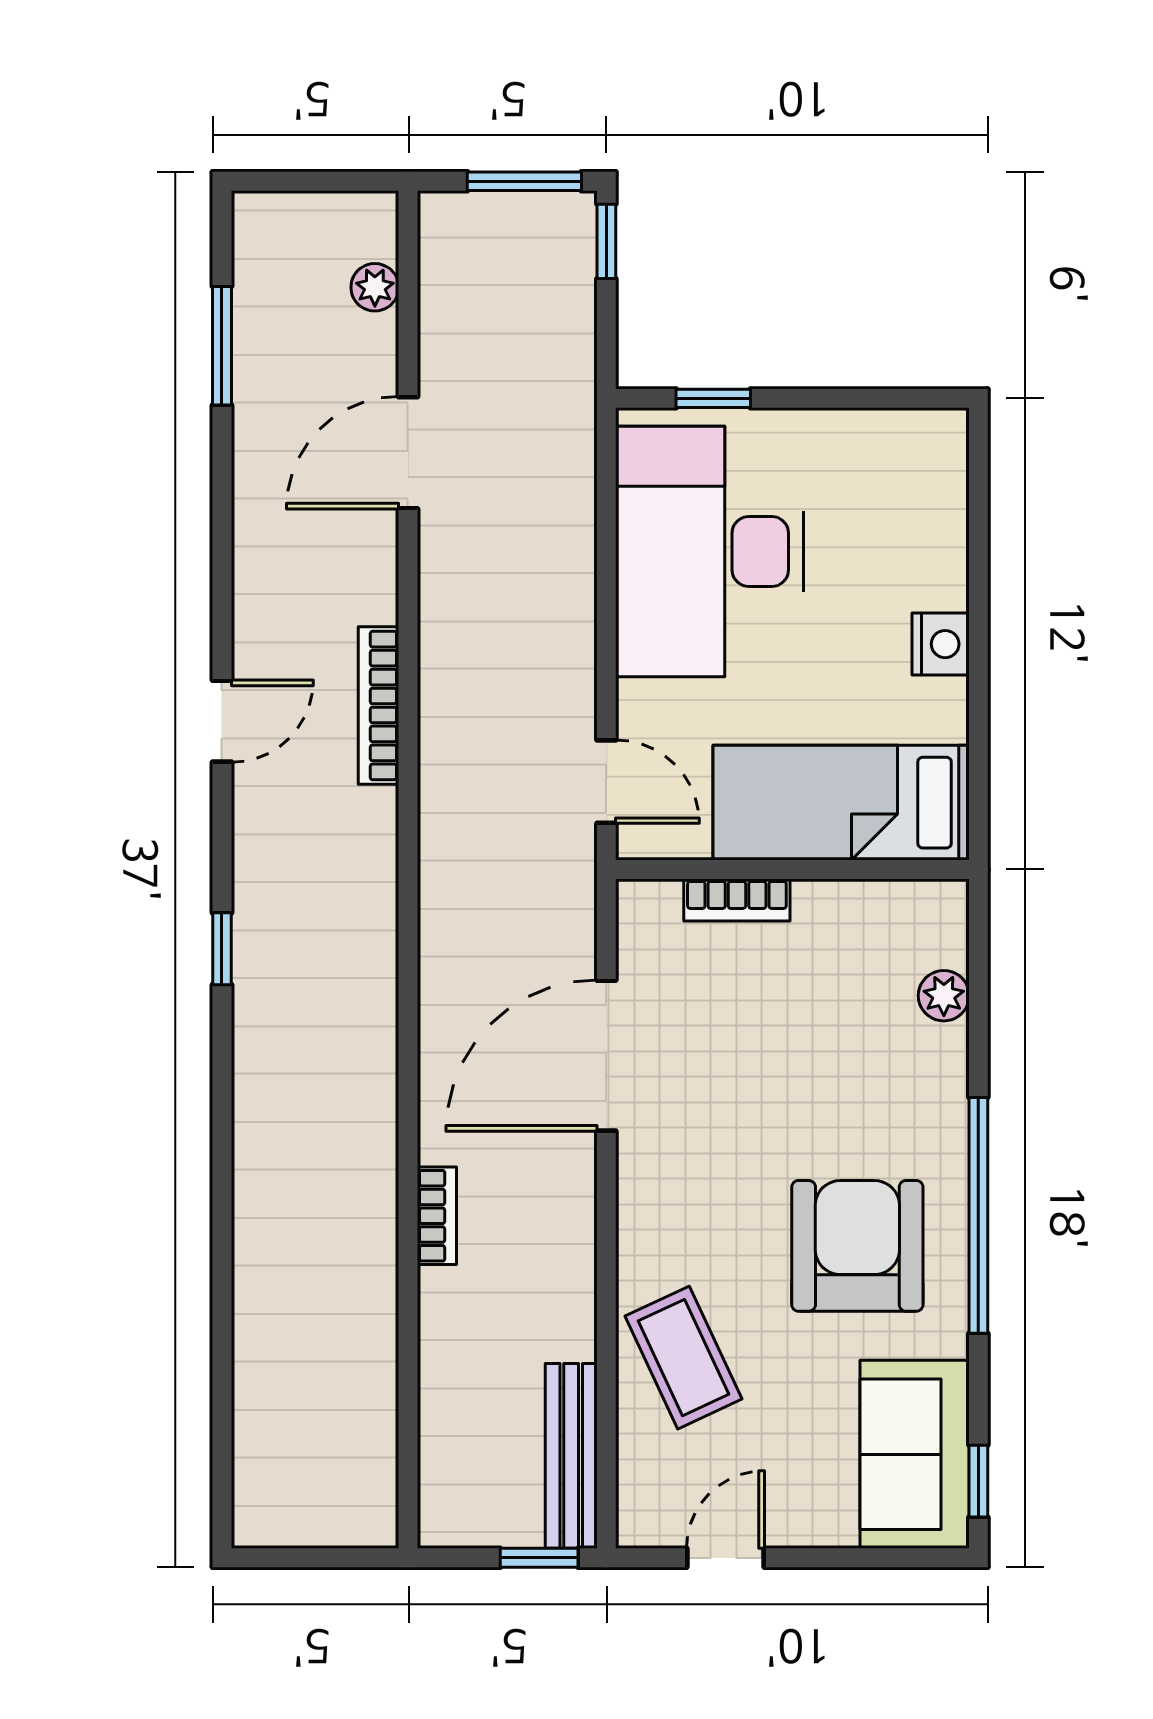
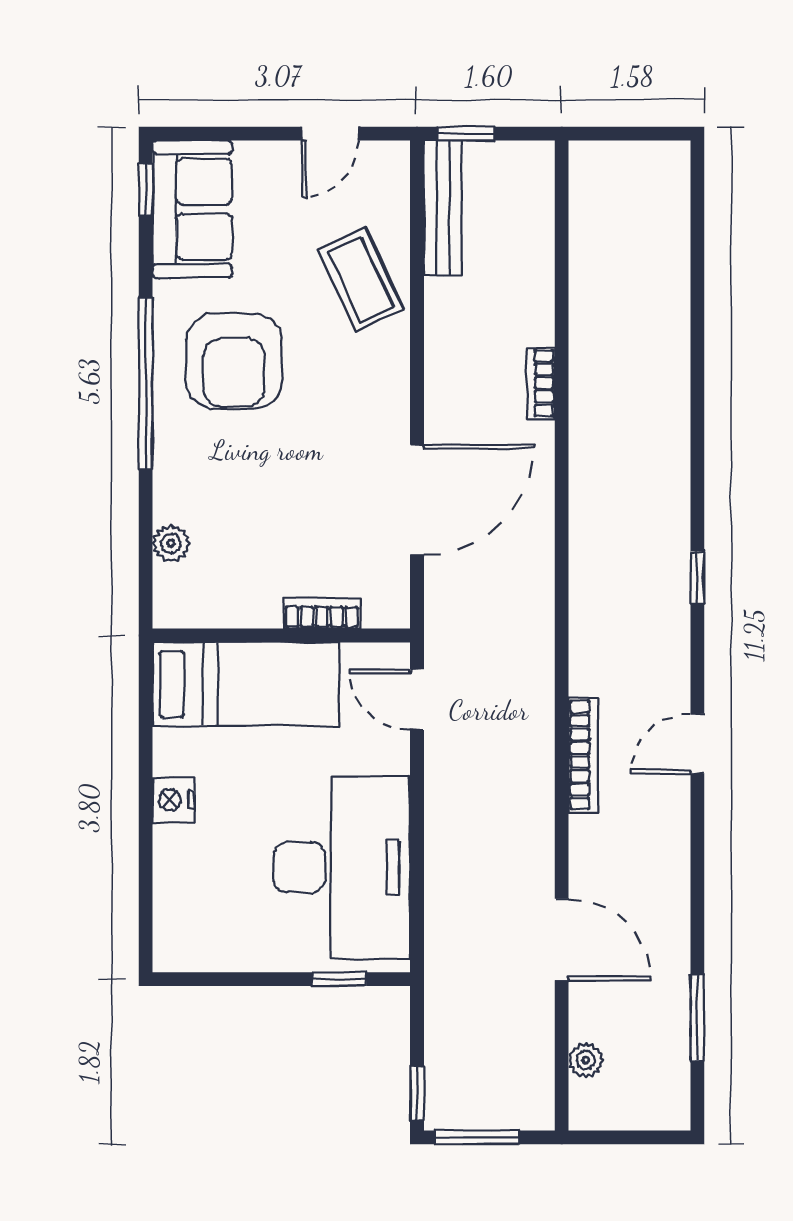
door: (408, 453) -> (562, 939), hinge flipped

